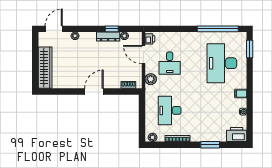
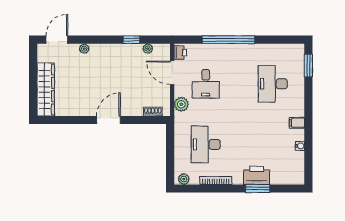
window: (218, 29) -> (228, 40), moved
dresser: (108, 36) -> (127, 49), removed
desk: (222, 63) -> (273, 84), width x0.73, depth x0.77
printer: (237, 135) -> (257, 175), moved

